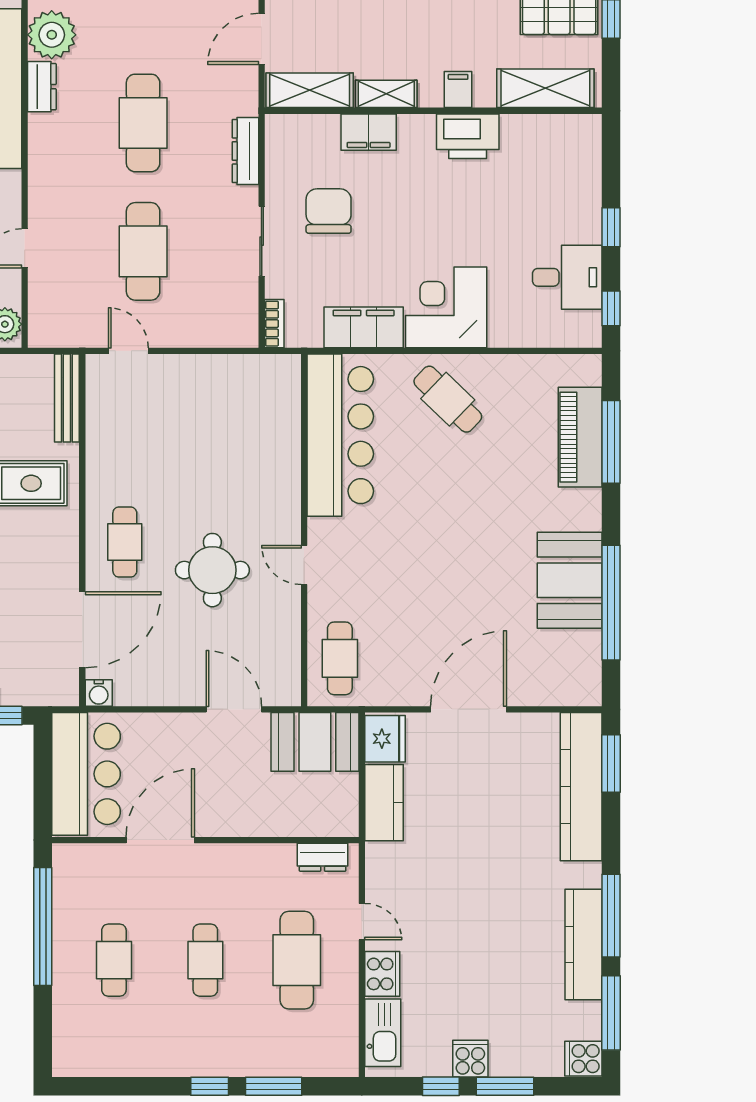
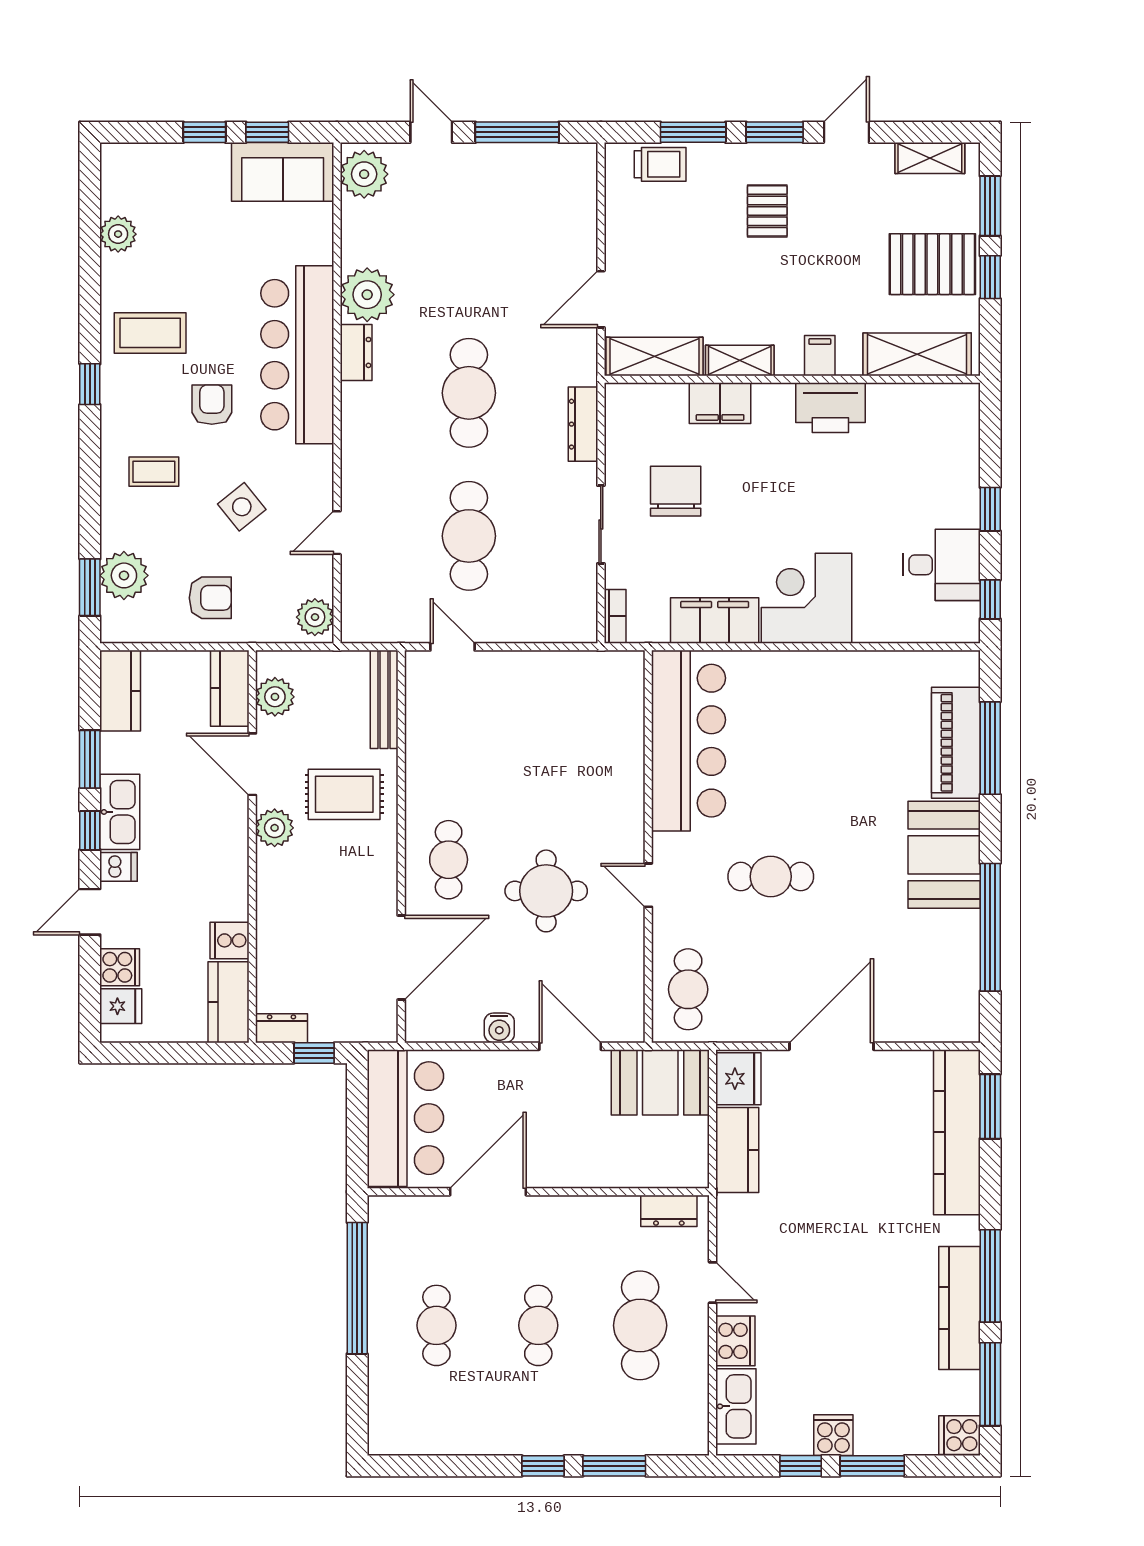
cafe table: (448, 399) -> (771, 877), moved, turned -44
booth: (570, 580) -> (944, 855), moved
water cooler: (99, 693) -> (499, 1028), moved

